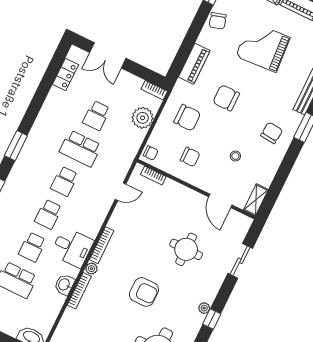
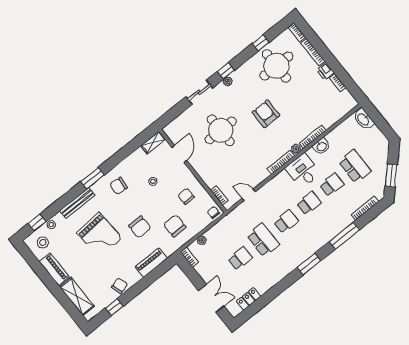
grand piano: (263, 47) -> (100, 235), moved
plant: (143, 118) -> (202, 240), width x0.53, depth x0.53
round table: (186, 249) -> (221, 130), width x1.36, depth x1.36
sliding door: (240, 261) -> (199, 92), moved

